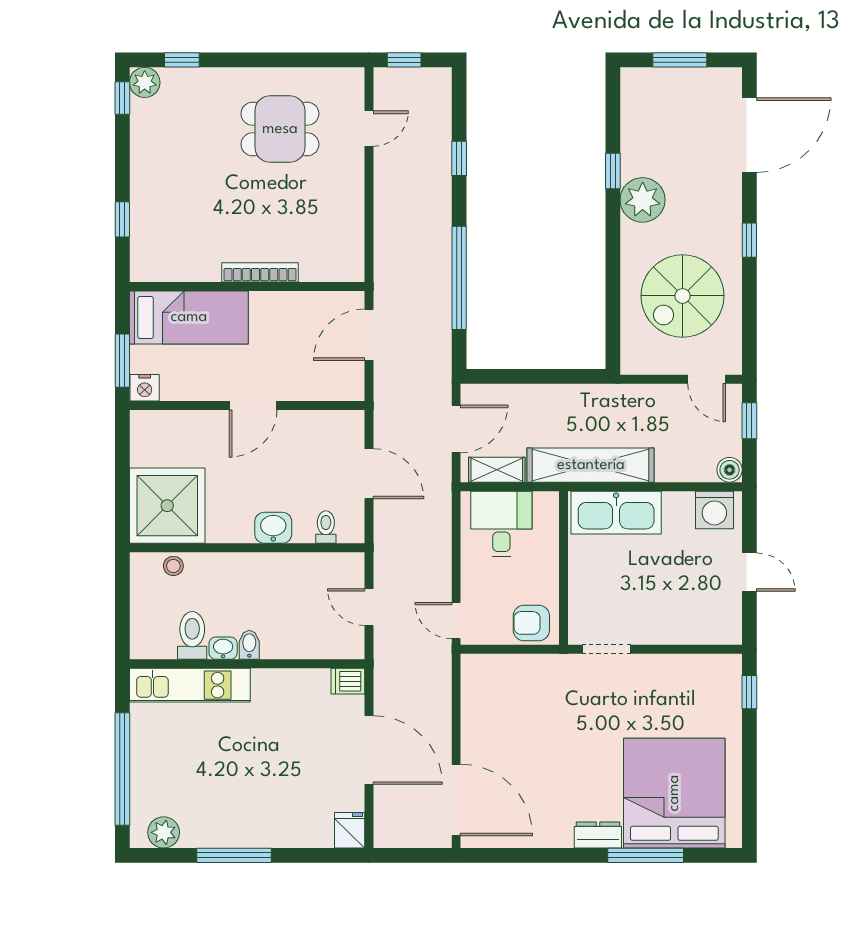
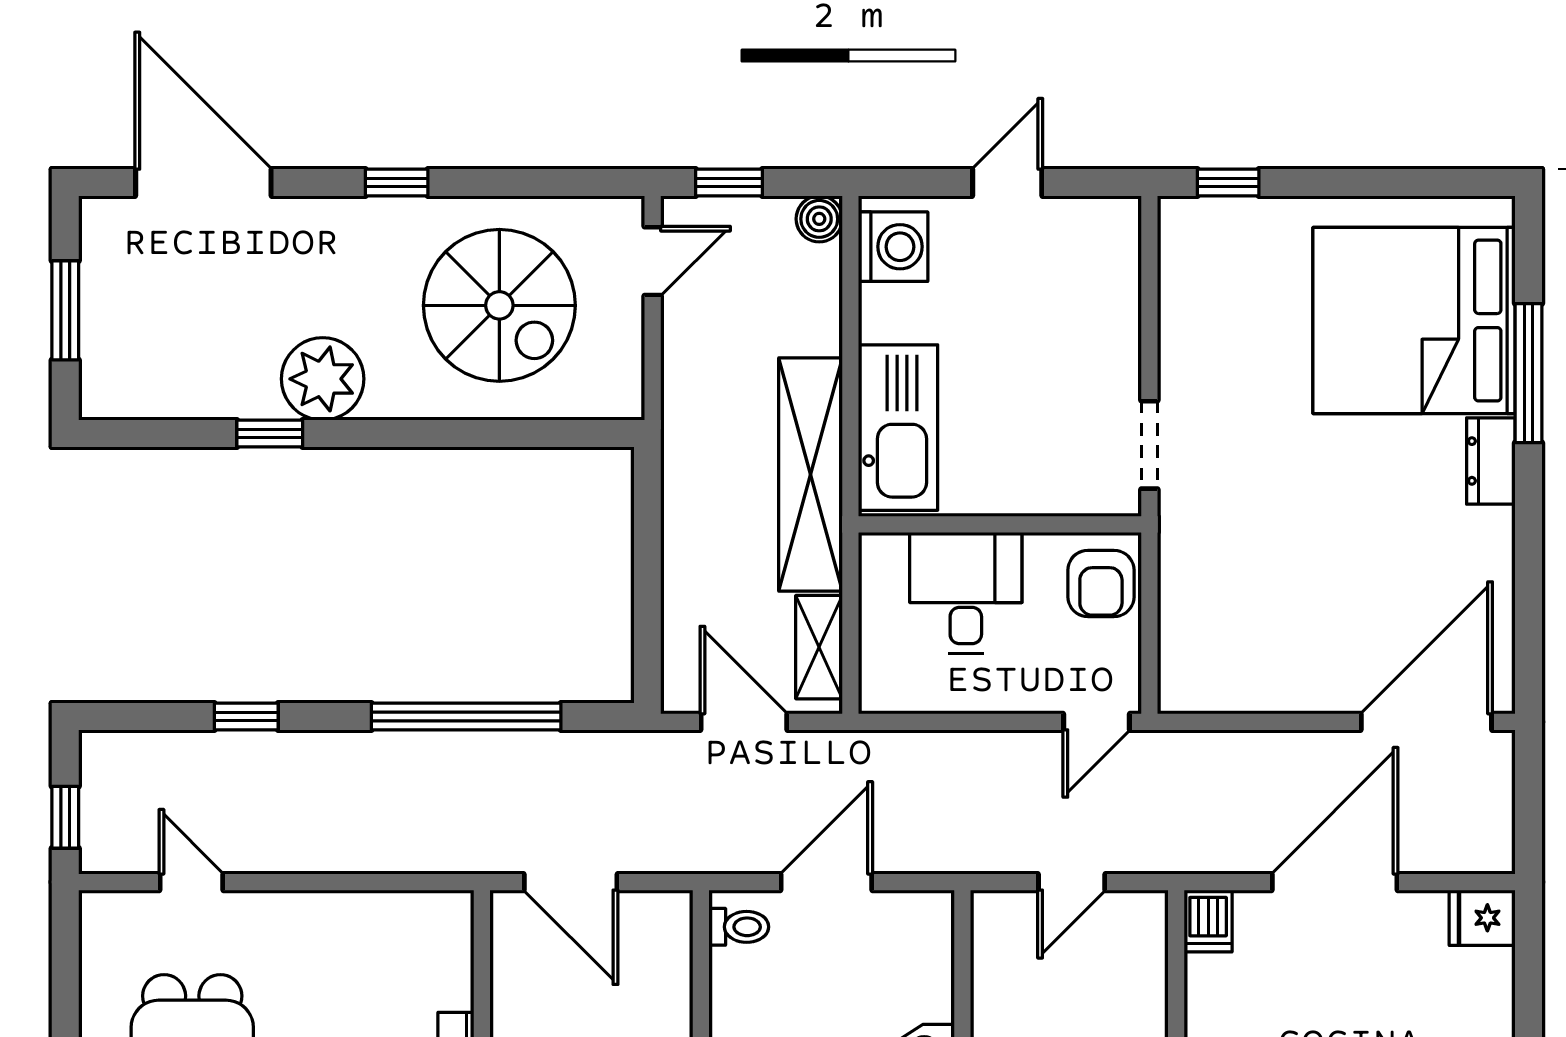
desk: (501, 524) -> (966, 593), moved, turned 90
toilet: (326, 527) -> (739, 927), moved, turned 180

